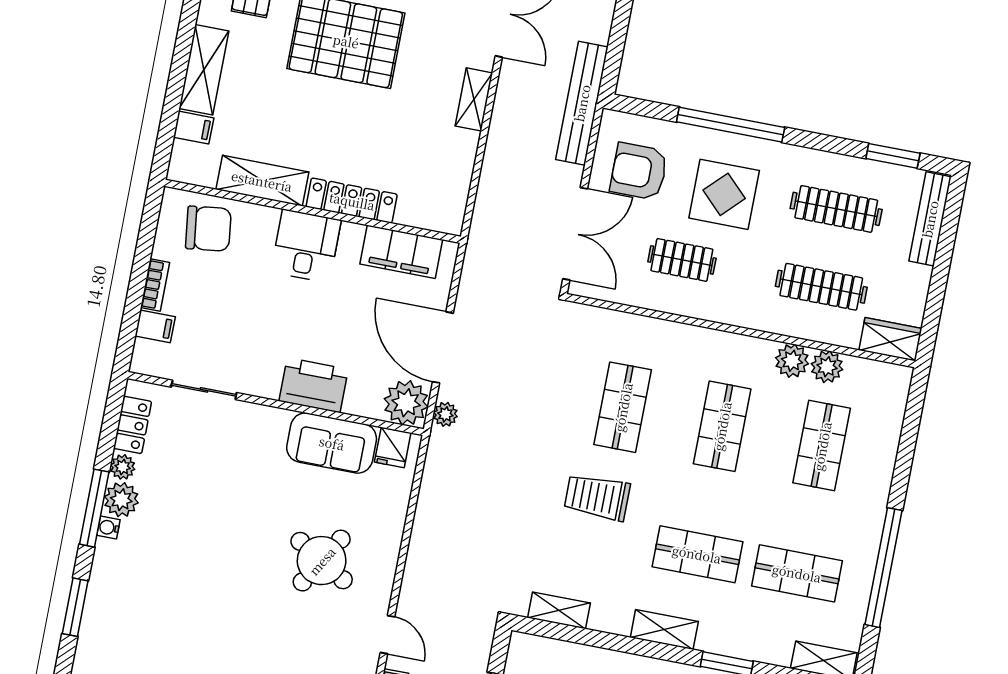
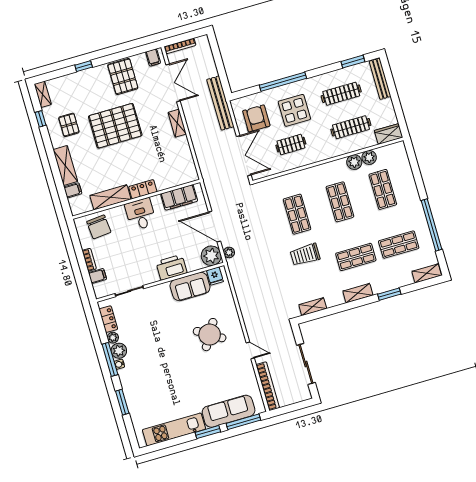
armchair: (639, 171) -> (256, 118), turned 90
locker: (352, 201) -> (143, 189), width x0.66
chair: (208, 229) -> (99, 227), turned 92

